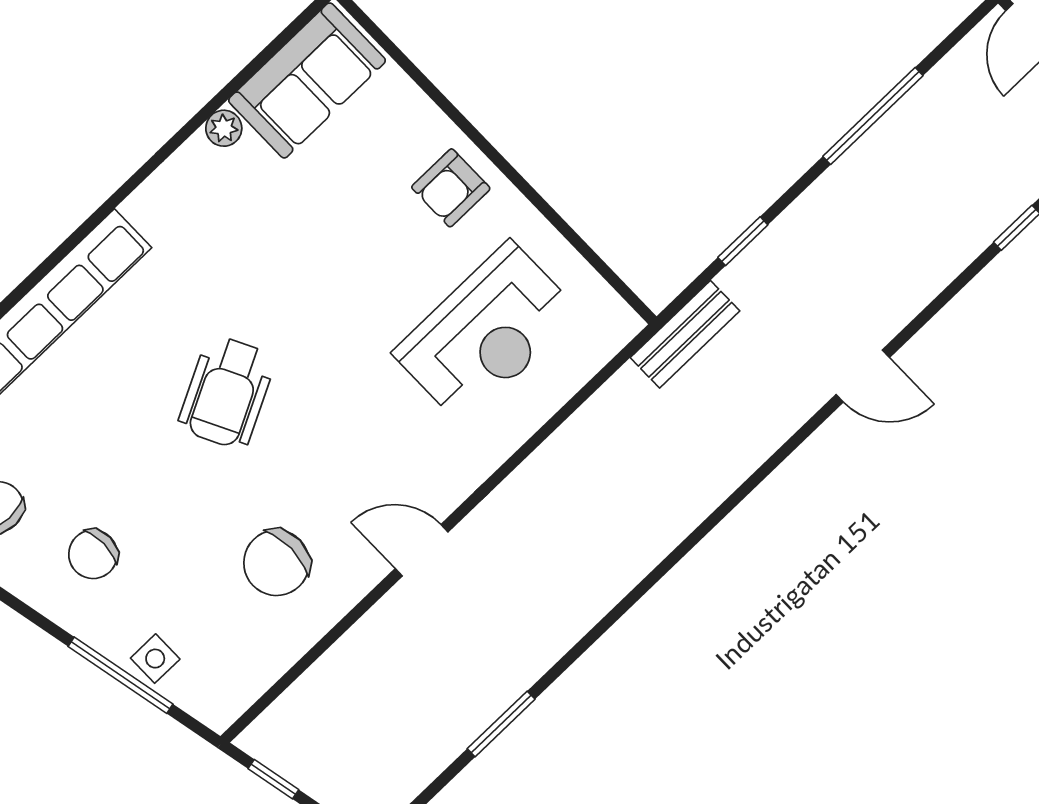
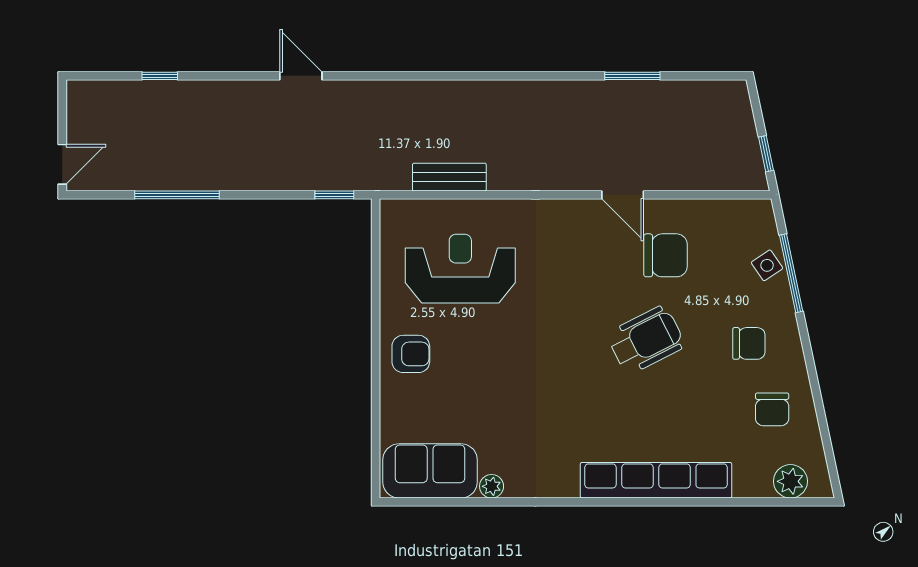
window: (743, 241) -> (334, 195), moved
bench: (685, 334) -> (449, 177), moved
wheelchair: (227, 392) -> (646, 340), moved
door: (422, 550) -> (623, 195), moved
side table: (155, 659) -> (767, 265), turned -34

